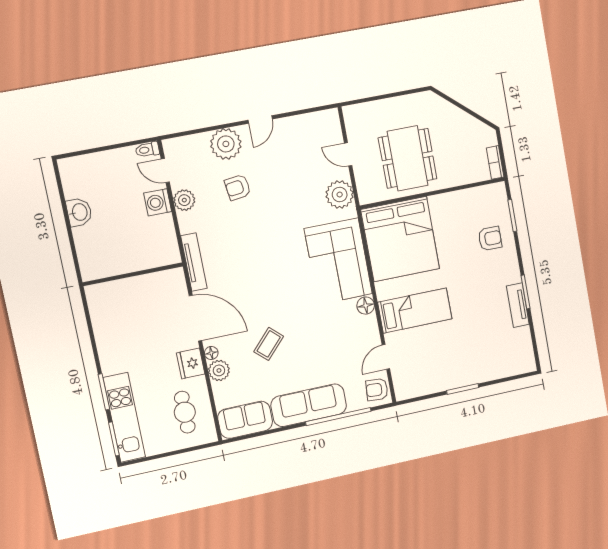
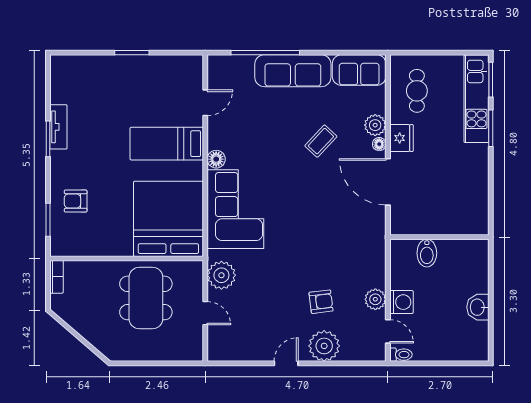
bidet: (142, 256) -> (427, 253), added
tv unit: (194, 262) -> (378, 237), removed
armchair: (377, 390) -> (221, 71), removed

